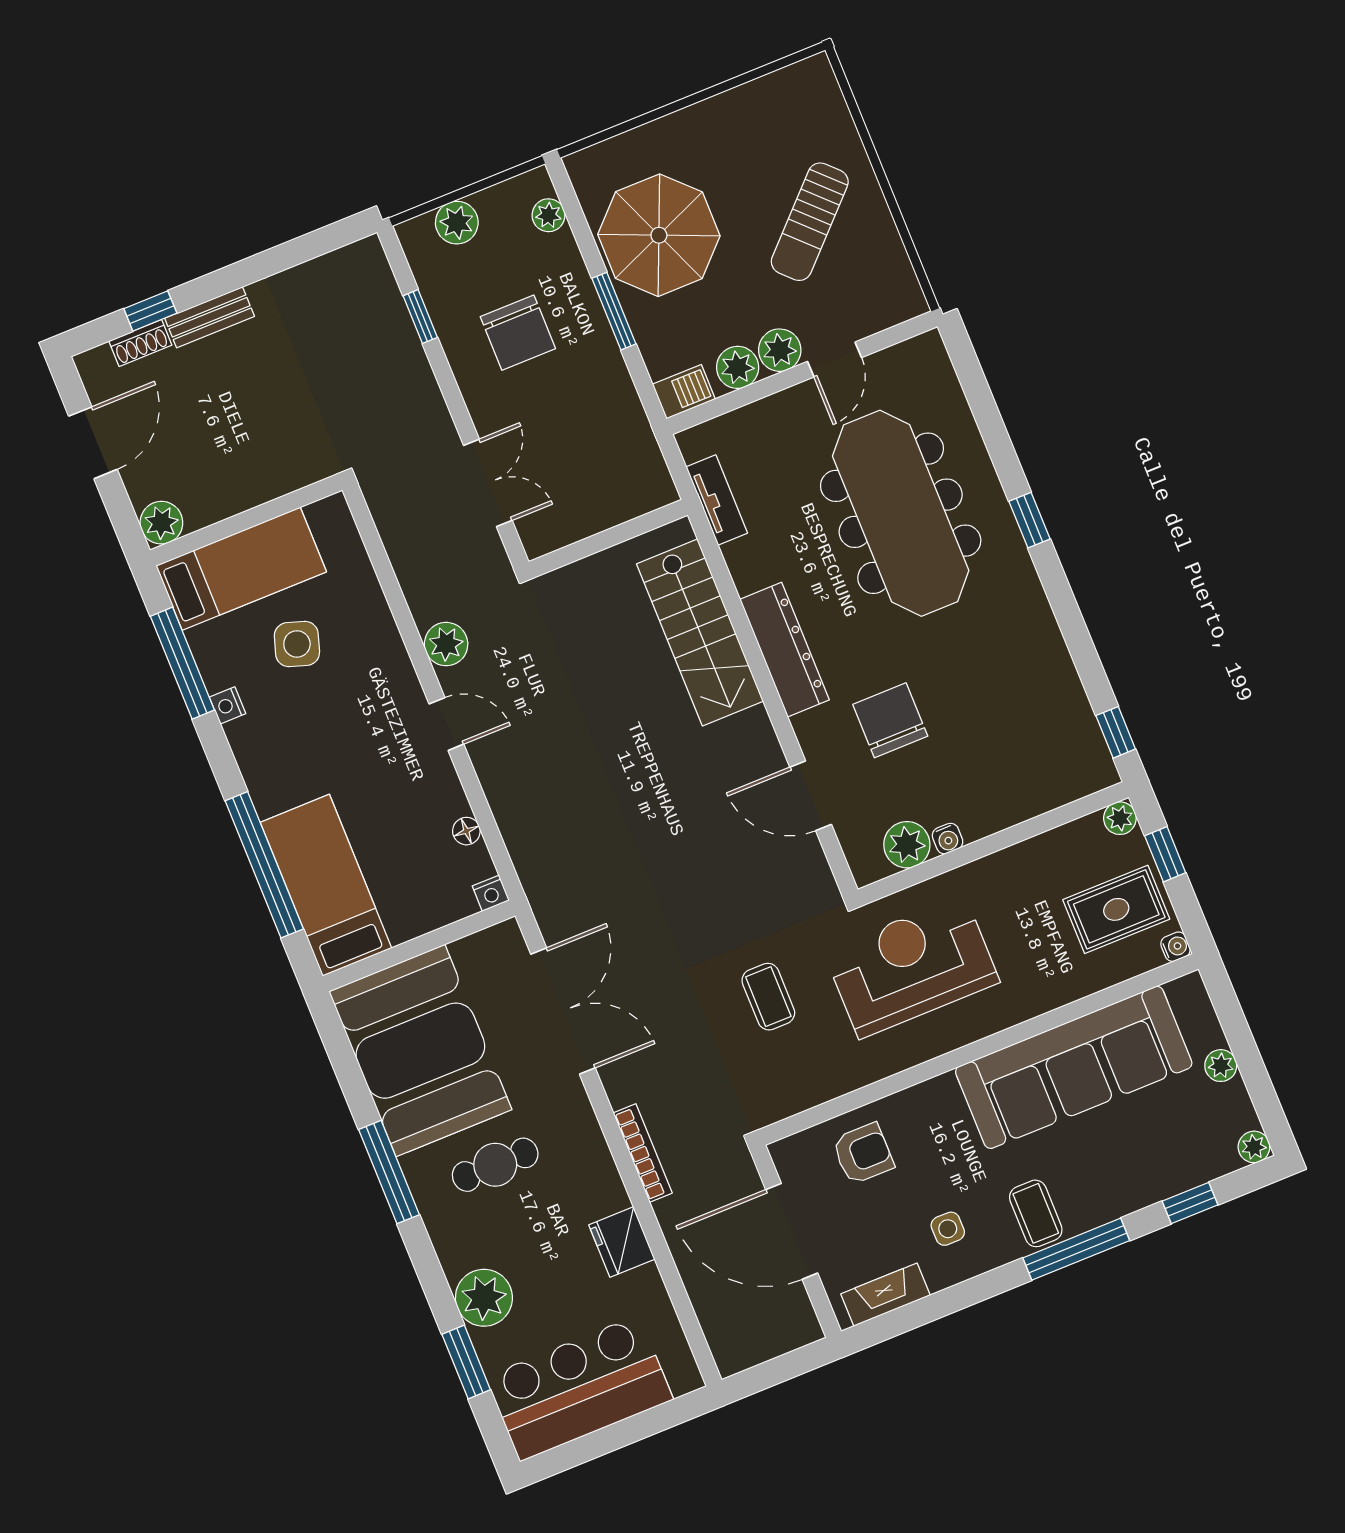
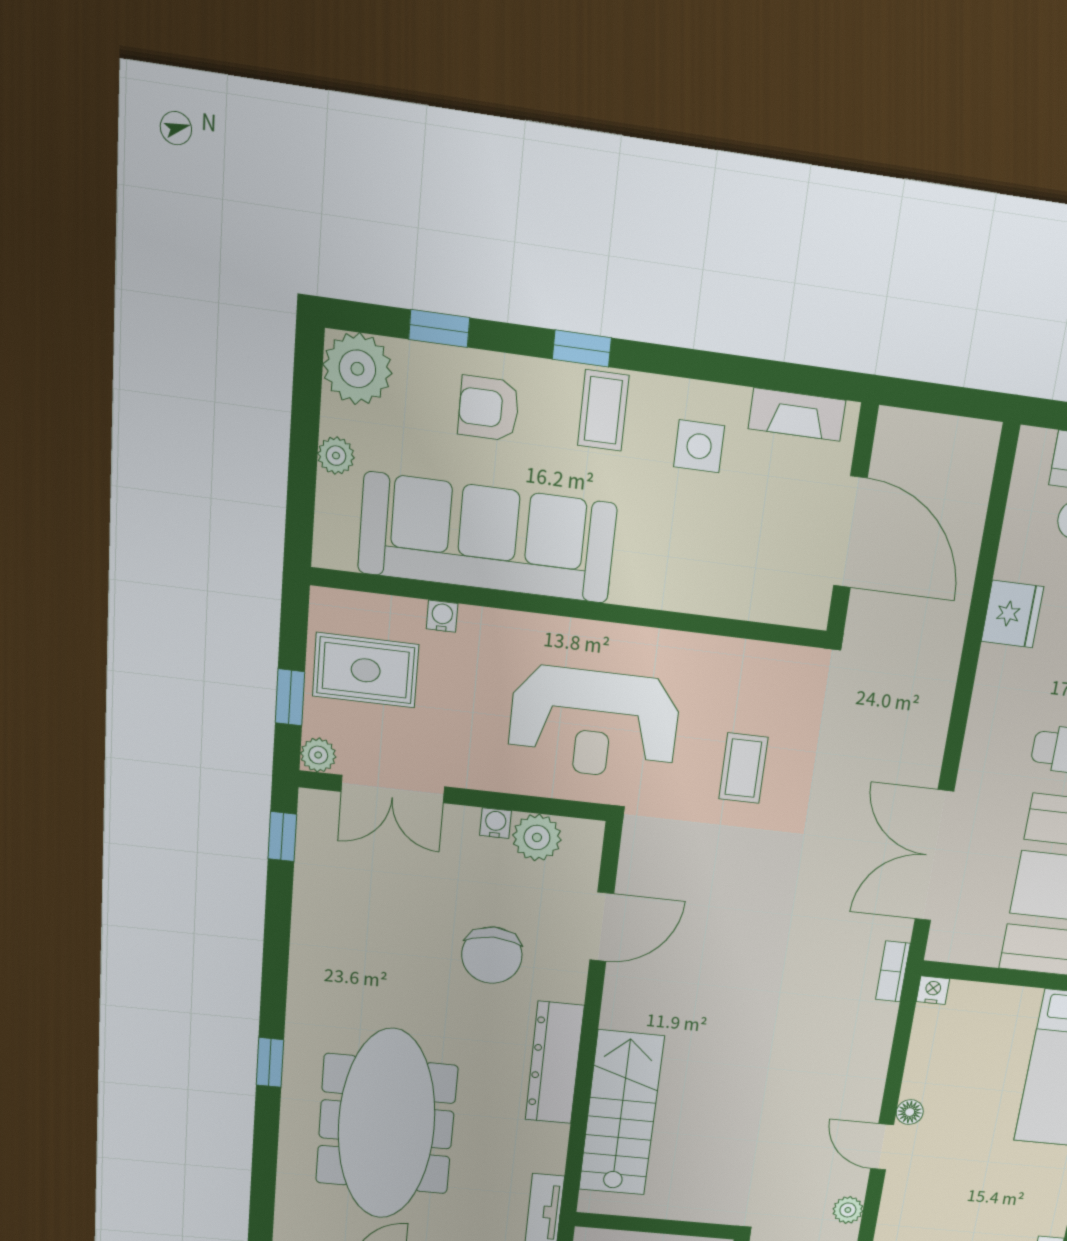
plant: (446, 644) -> (848, 1210), width x0.73, depth x0.73
door: (811, 796) -> (602, 927), hinge flipped
double door: (1046, 822) -> (393, 789), added
floor lamp: (466, 831) -> (910, 1112), moved
water cooler: (1176, 947) -> (442, 616), moved, turned 90
plant: (1254, 1147) -> (357, 369), width x1.87, depth x1.87
bookcase: (643, 1153) -> (893, 971), moved, width x0.64
armchair: (863, 1154) -> (489, 408), moved
side table: (948, 1229) -> (699, 446), width x1.37, depth x1.37
window: (1076, 1249) -> (582, 348), width x0.46

